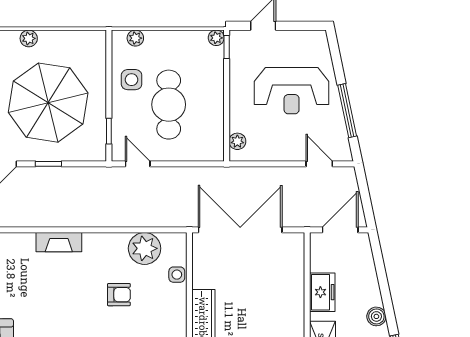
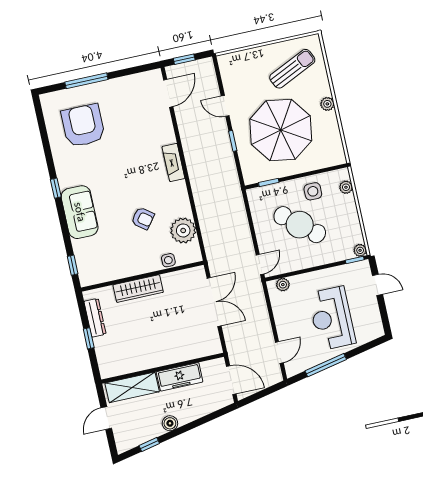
cafe table: (169, 105) -> (300, 225), turned 40
door: (138, 164) -> (260, 264), moved
double door: (240, 230) -> (214, 302), width x0.73
freezer: (322, 292) -> (180, 377), width x1.40
armchair: (119, 295) -> (143, 218), turned -53

